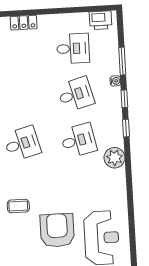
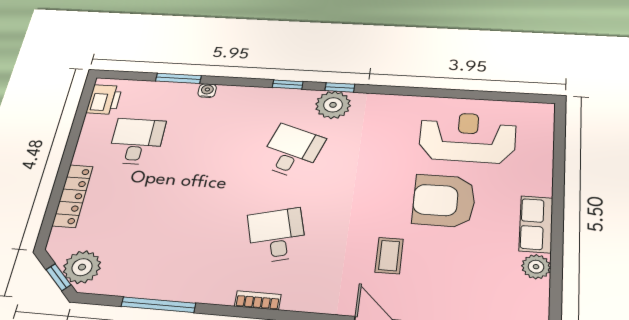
locker: (24, 23) -> (73, 196), width x1.53
desk: (76, 94) -> (213, 146), removed
window: (124, 99) -> (340, 87), moved
desk: (78, 140) -> (292, 151), turned 30

